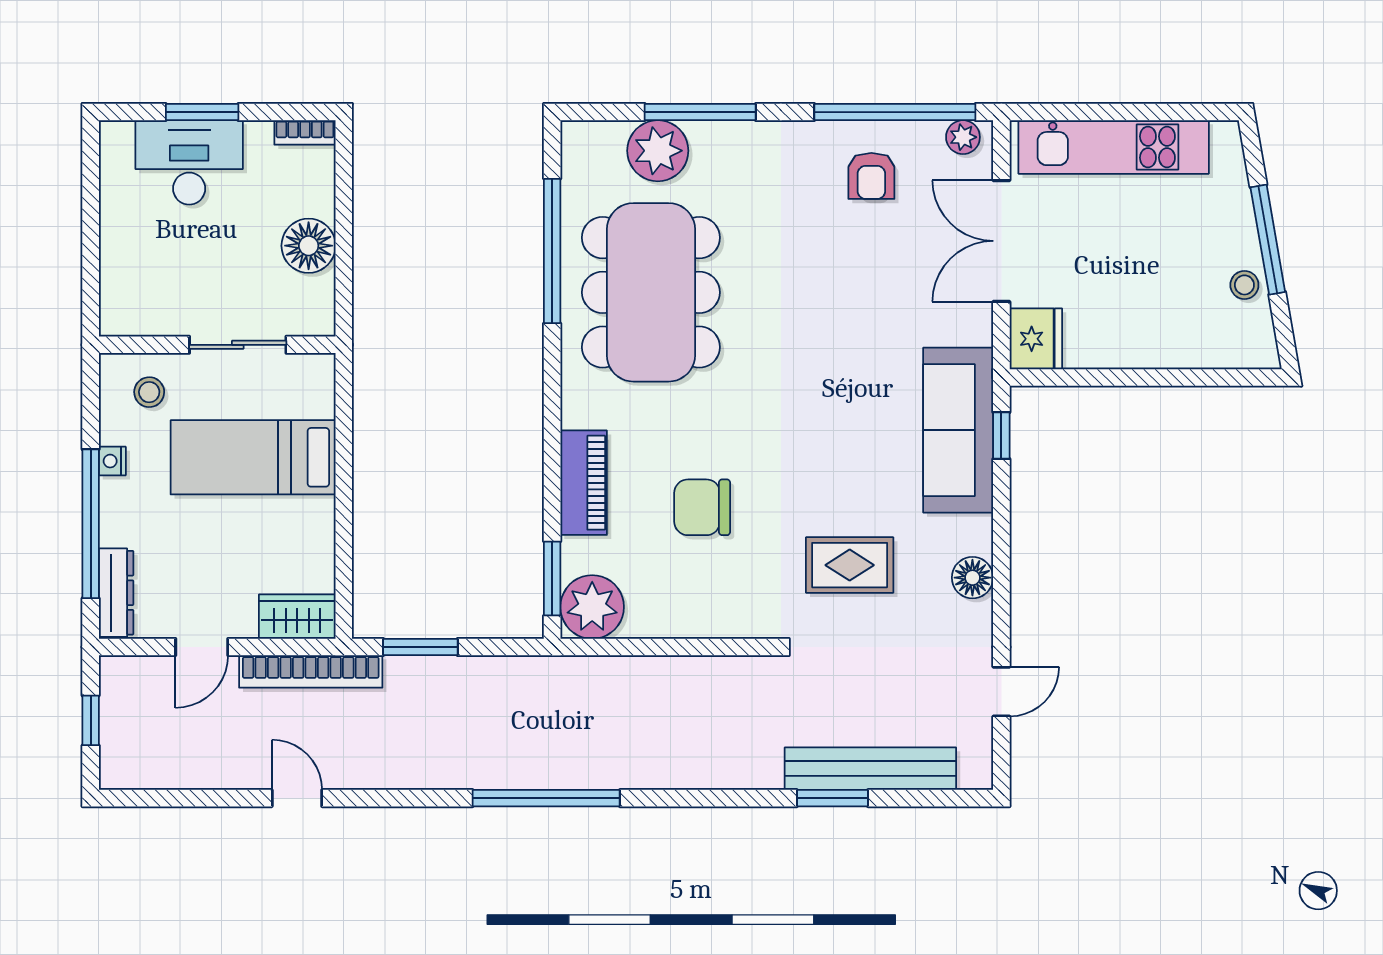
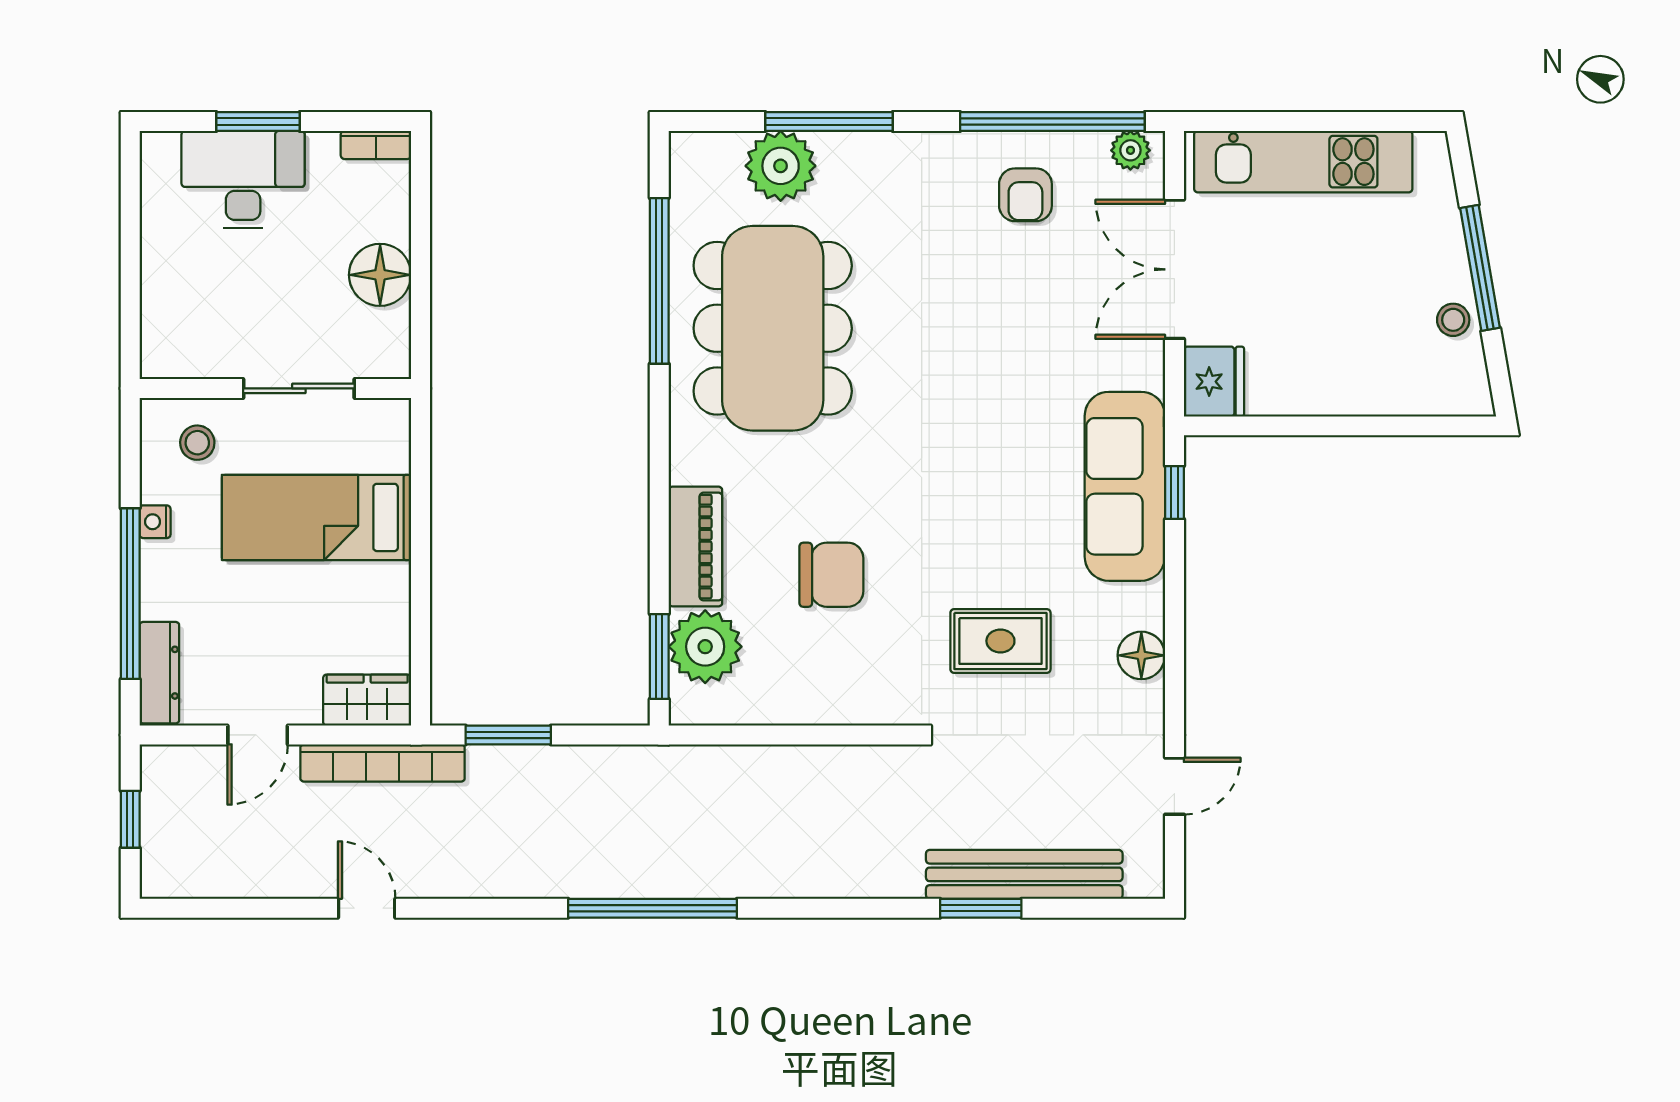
chair: (702, 507) -> (831, 575), turned 180
plant: (592, 607) -> (705, 647), moved

